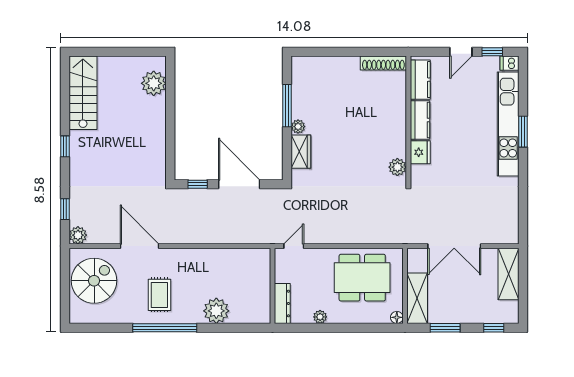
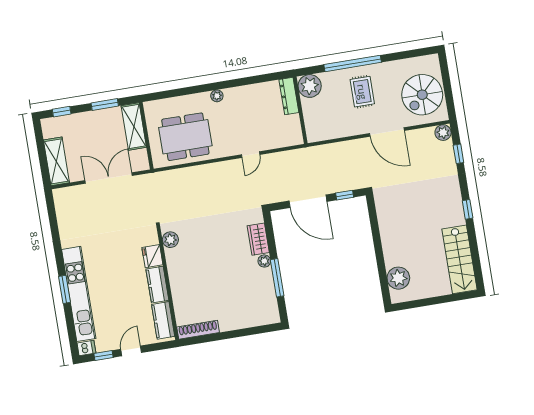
wall: (272, 286) -> (300, 110), moved
dresser: (282, 304) -> (289, 96), moved
floor lamp: (397, 317) -> (149, 107), removed

